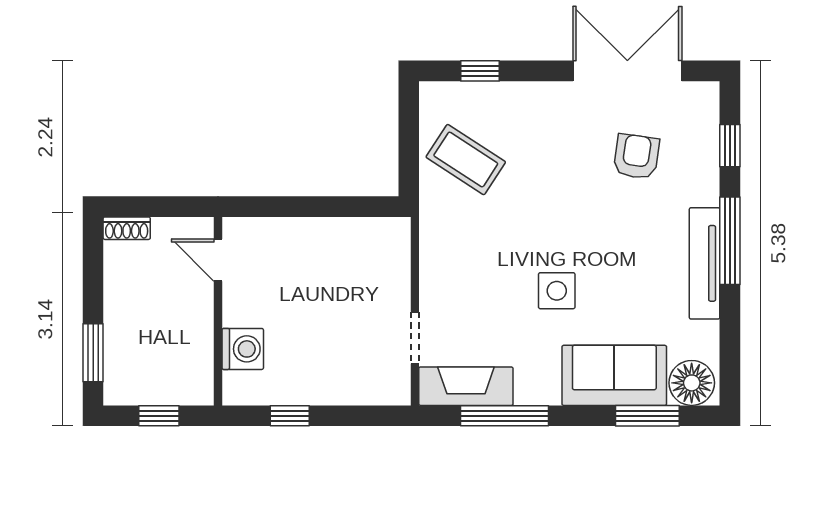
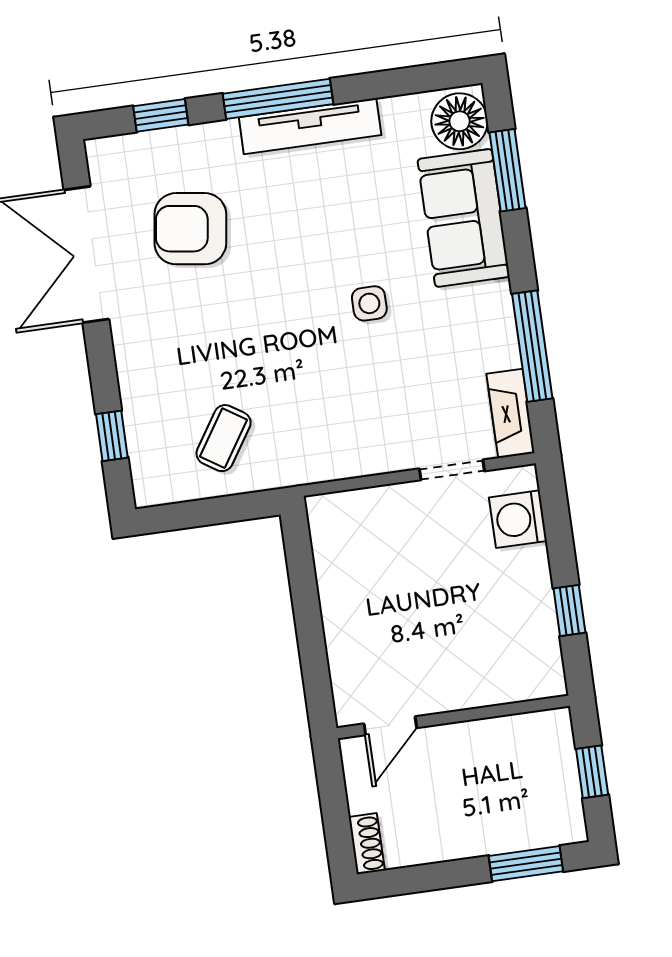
armchair: (636, 157) -> (190, 229), width x1.38, depth x1.38
coffee table: (466, 160) -> (224, 438), width x0.73, depth x0.77
side table: (557, 291) -> (369, 303), width x0.73, depth x0.73
washing machine: (243, 349) -> (518, 519), moved, turned -90
fireplace: (466, 386) -> (511, 413), width x0.73, depth x0.76

